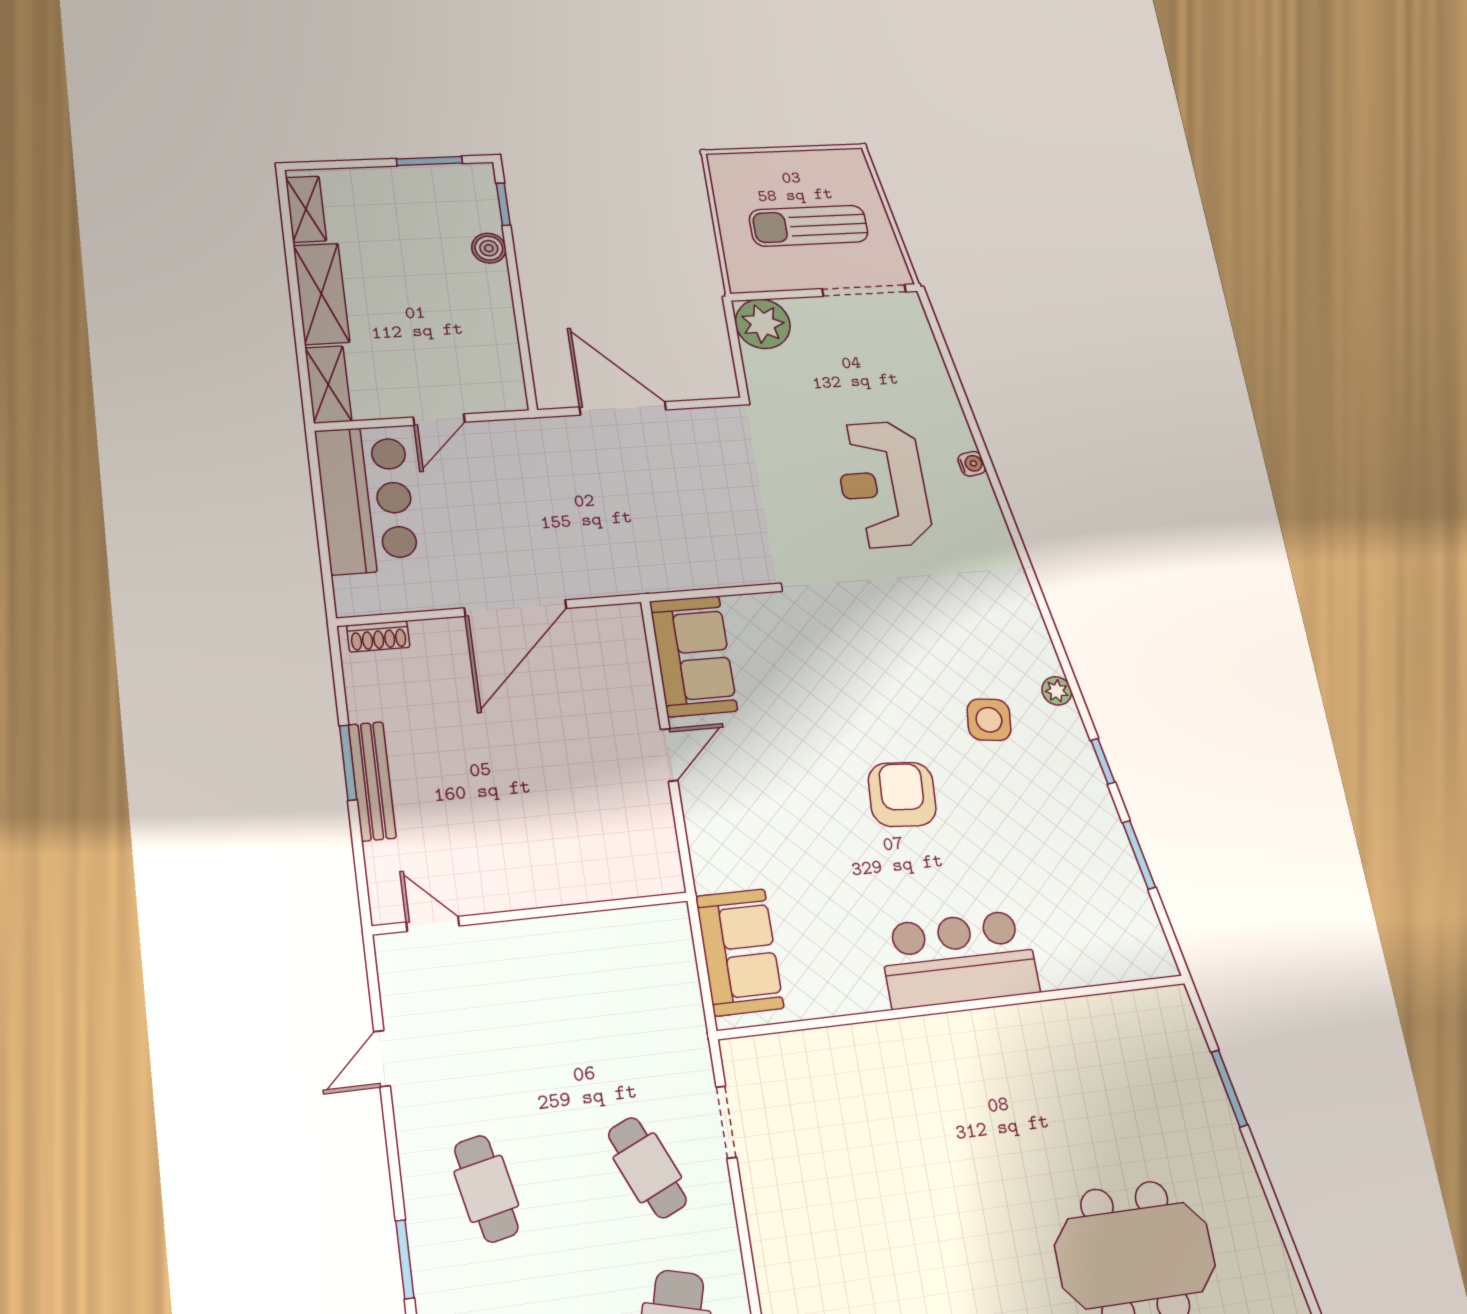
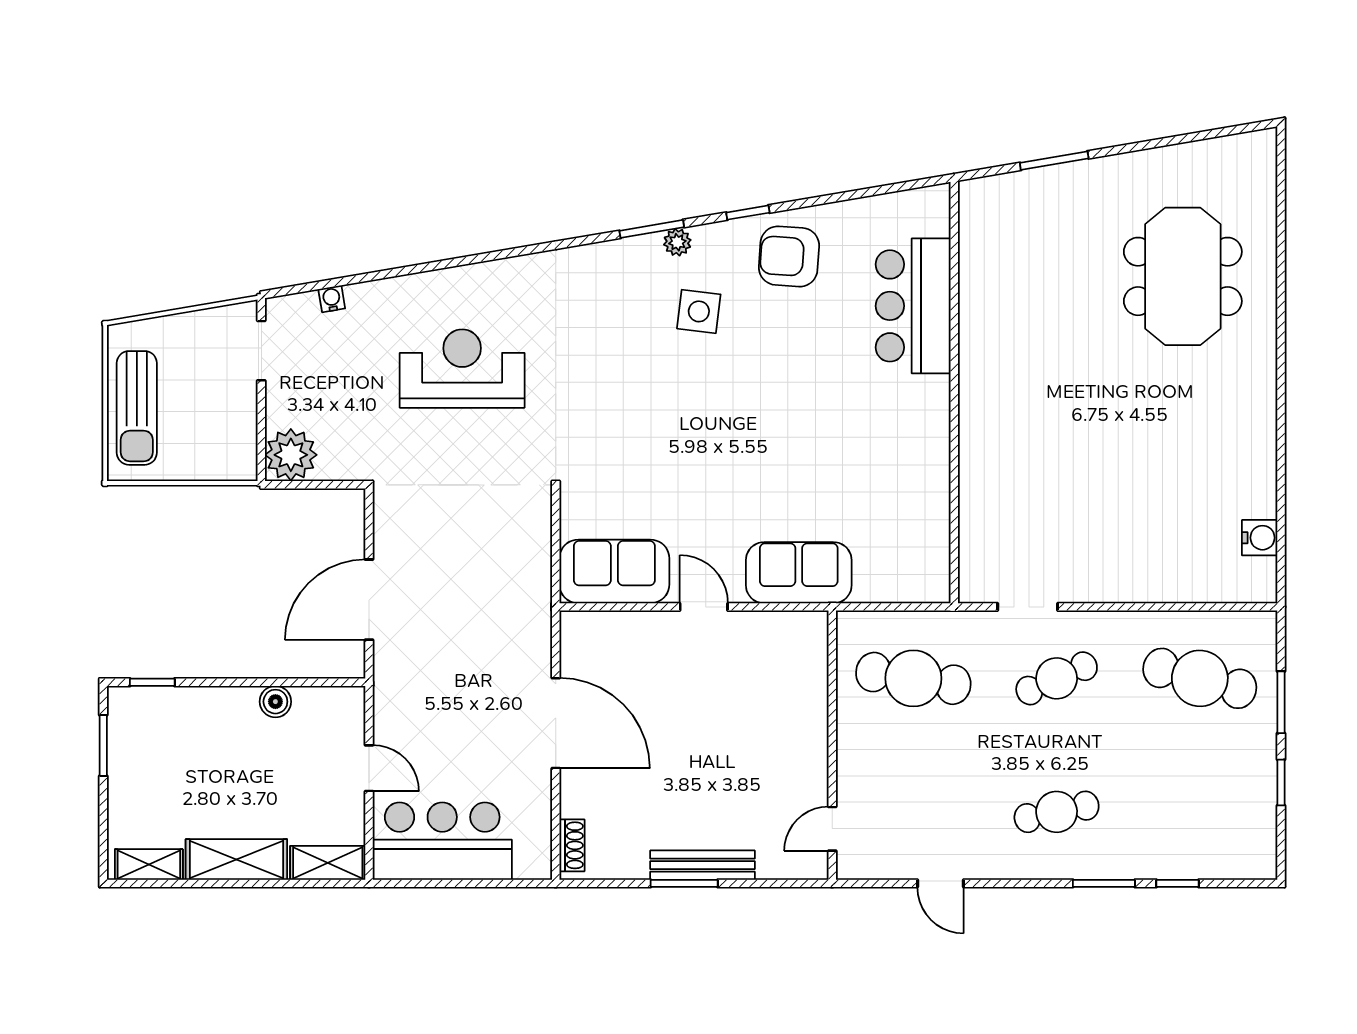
sun lounger: (809, 226) -> (137, 408), moved
boiler: (489, 248) -> (275, 702), moved
doorway: (864, 290) -> (261, 351), width x0.73
water cooler: (972, 464) -> (332, 299), moved
reception desk: (883, 484) -> (462, 369), turned 180
armchair: (902, 794) -> (789, 256), moved
window: (1139, 855) -> (652, 229), moved
sofa: (739, 952) -> (799, 573), moved
bar counter: (959, 959) -> (913, 306), moved
cafe table: (623, 998) -> (913, 678), added

